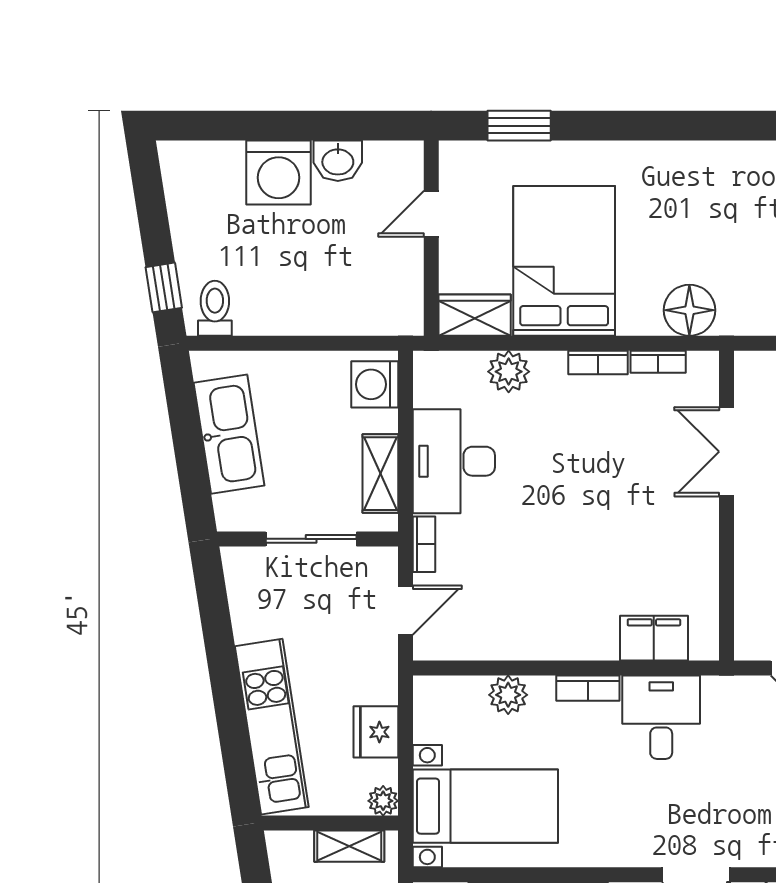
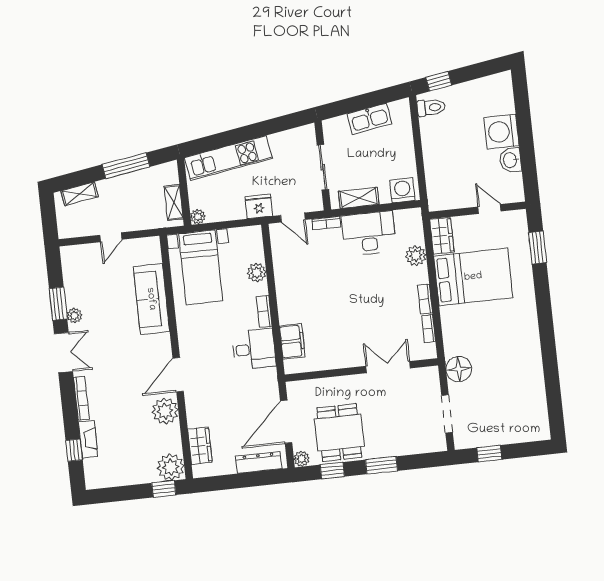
floor lamp: (689, 310) -> (459, 369), moved
kitchen sink: (229, 434) -> (369, 119), width x0.73, depth x0.81
fridge: (376, 732) -> (259, 206), moved

